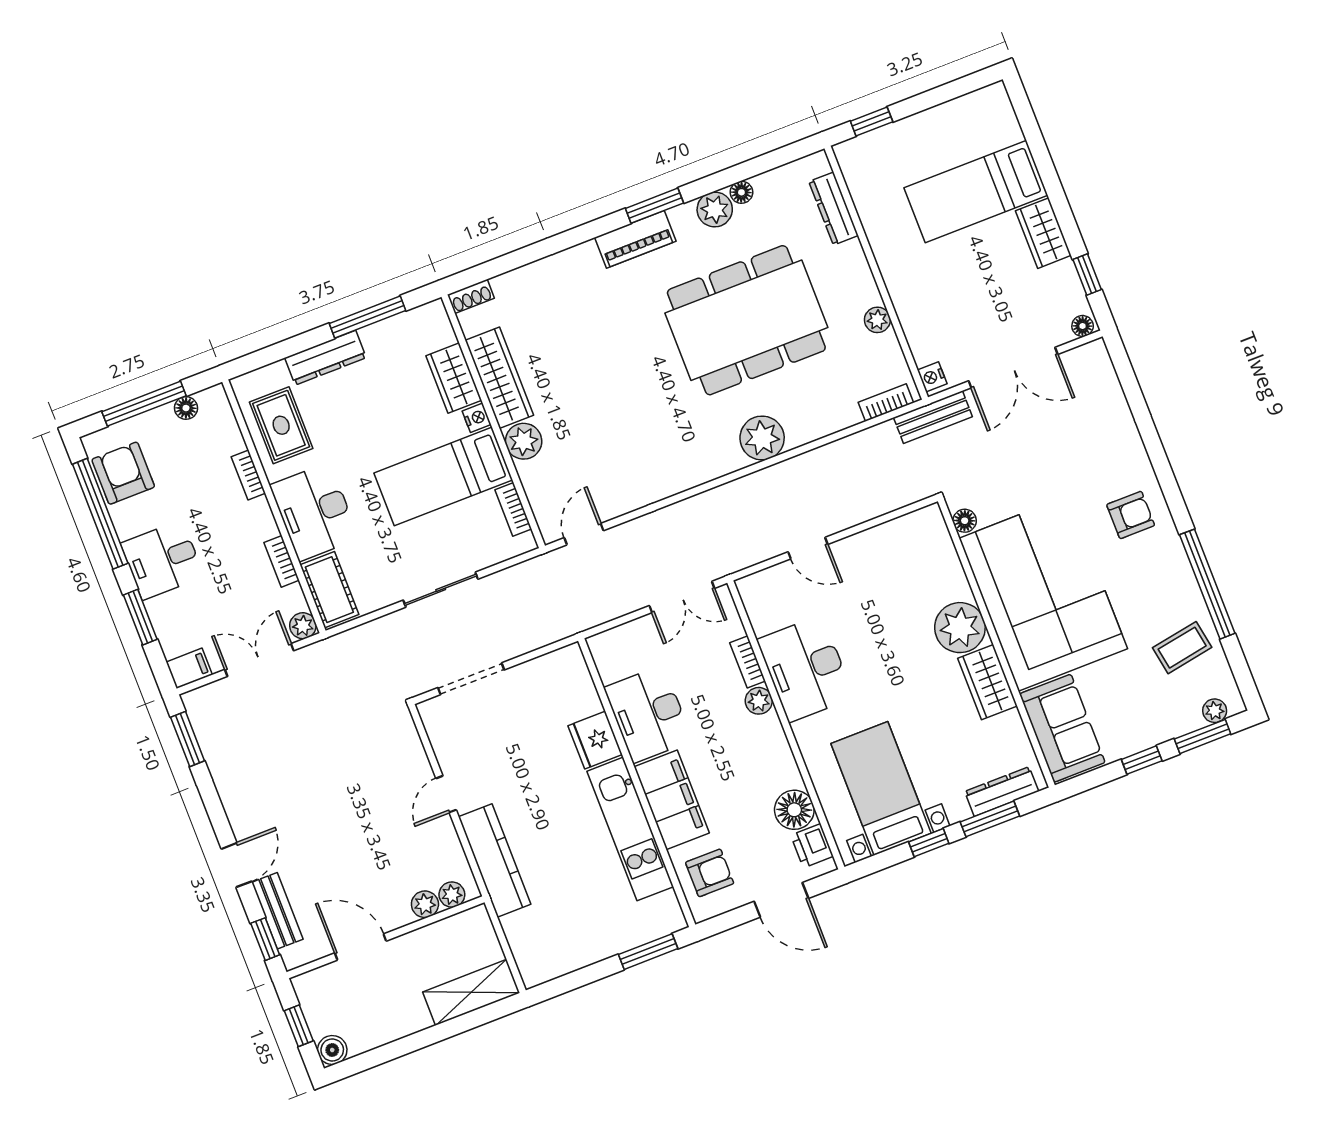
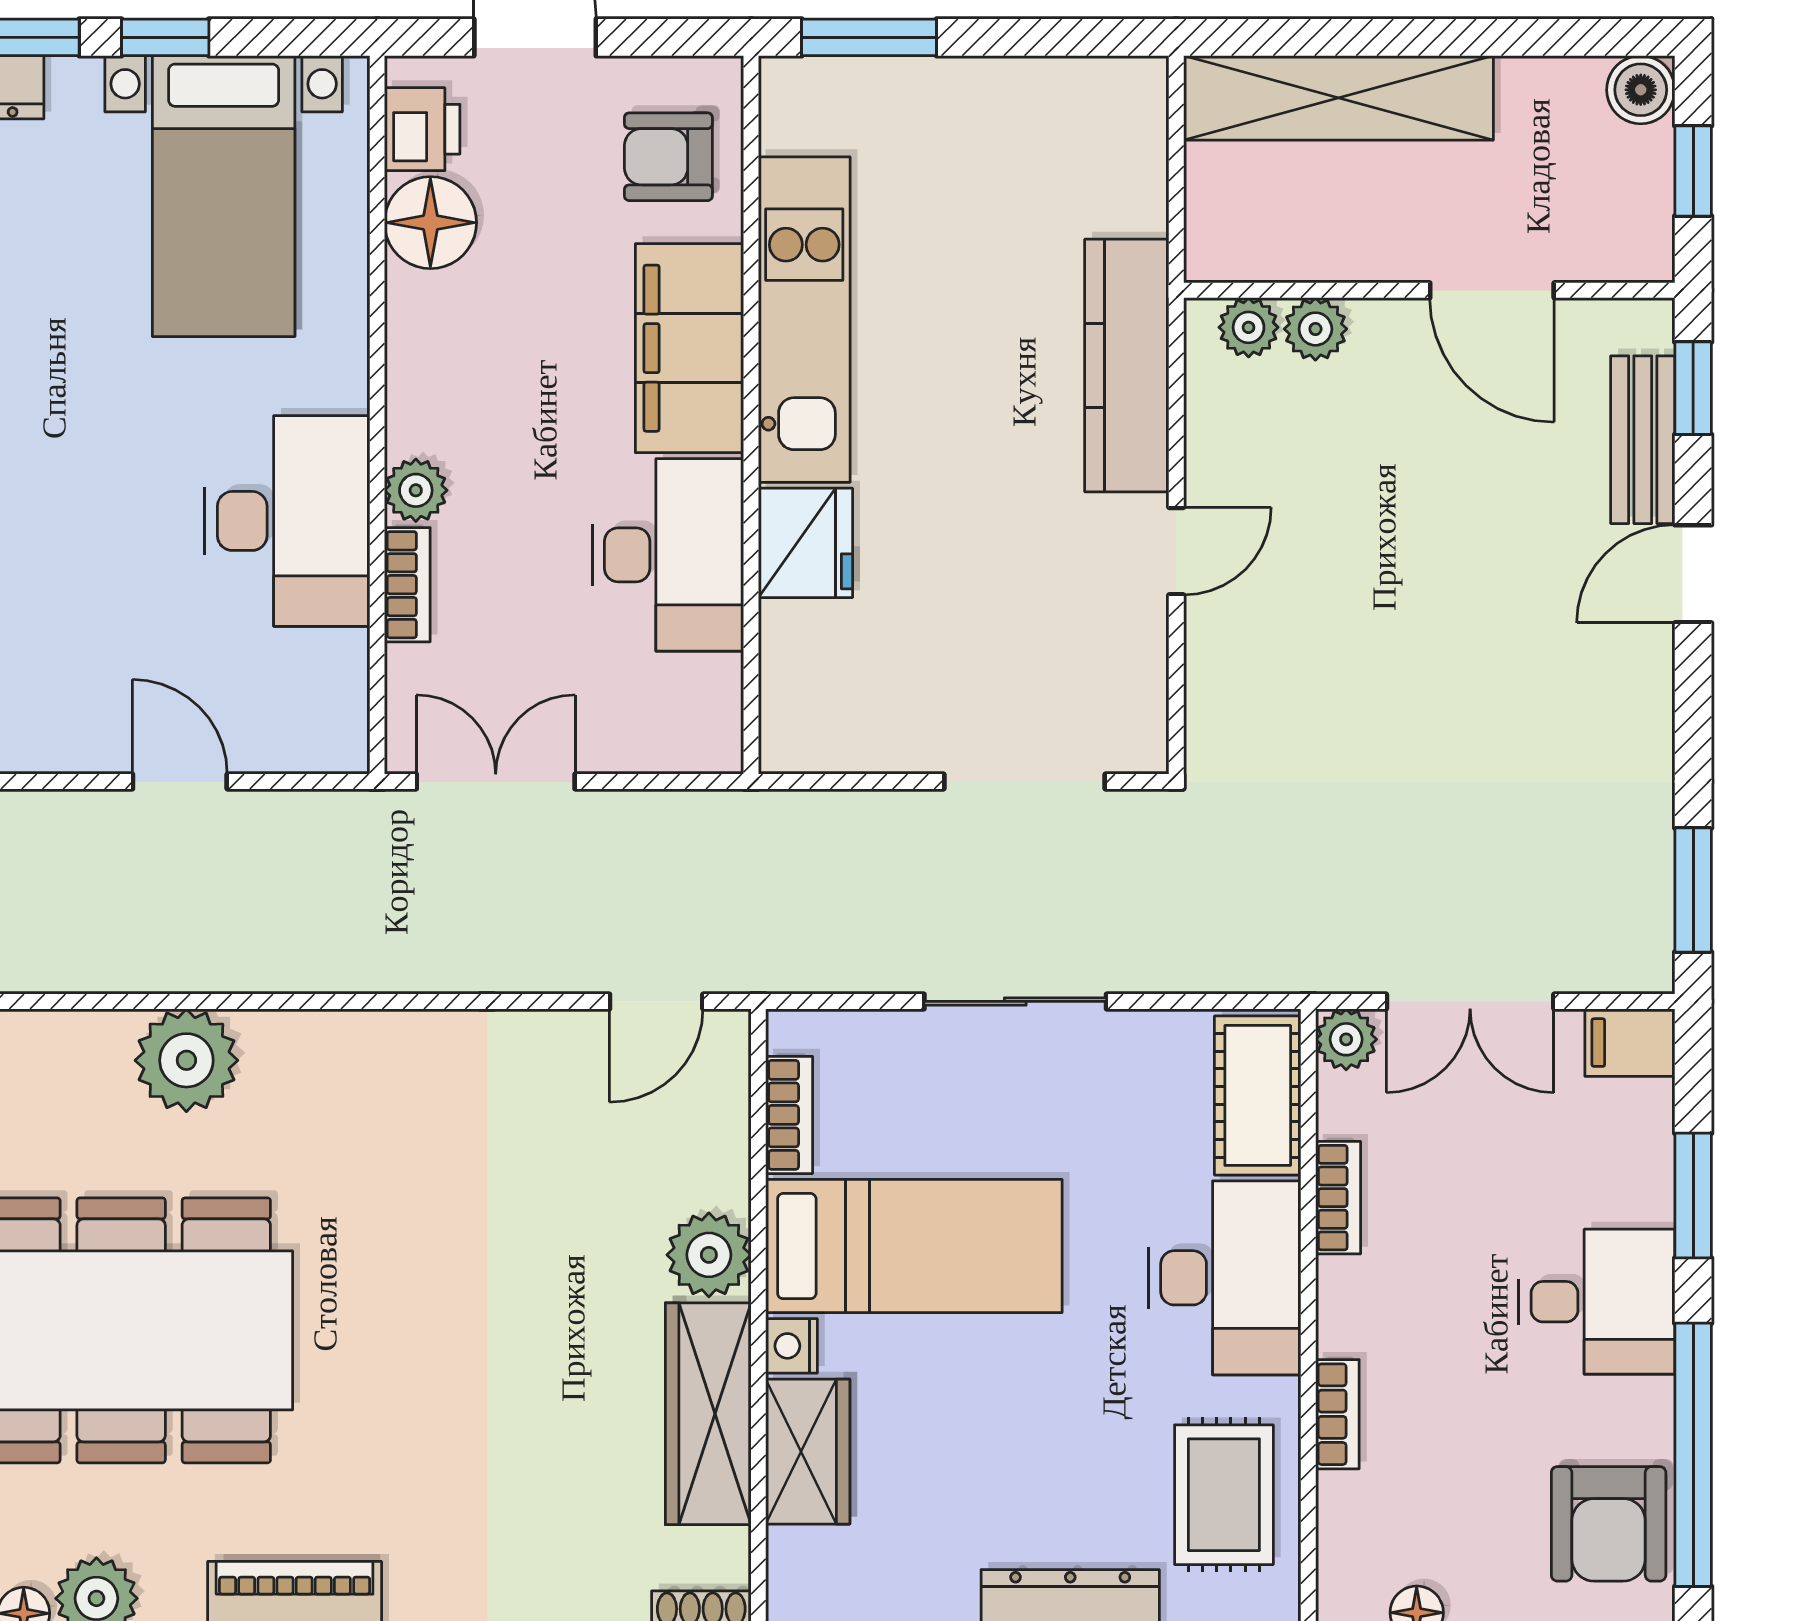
shelving: (471, 992) -> (1338, 98), width x1.47

